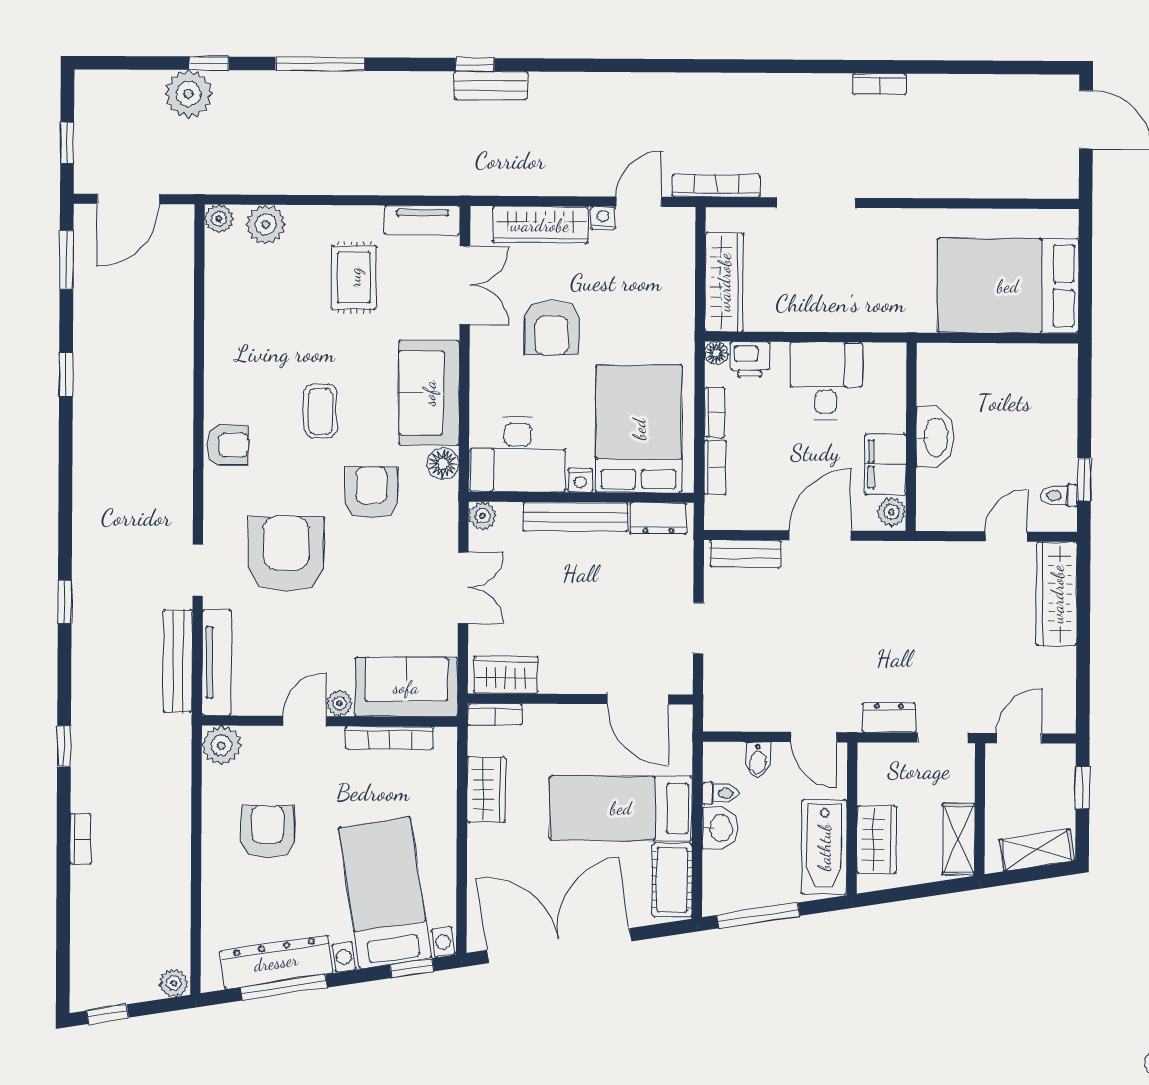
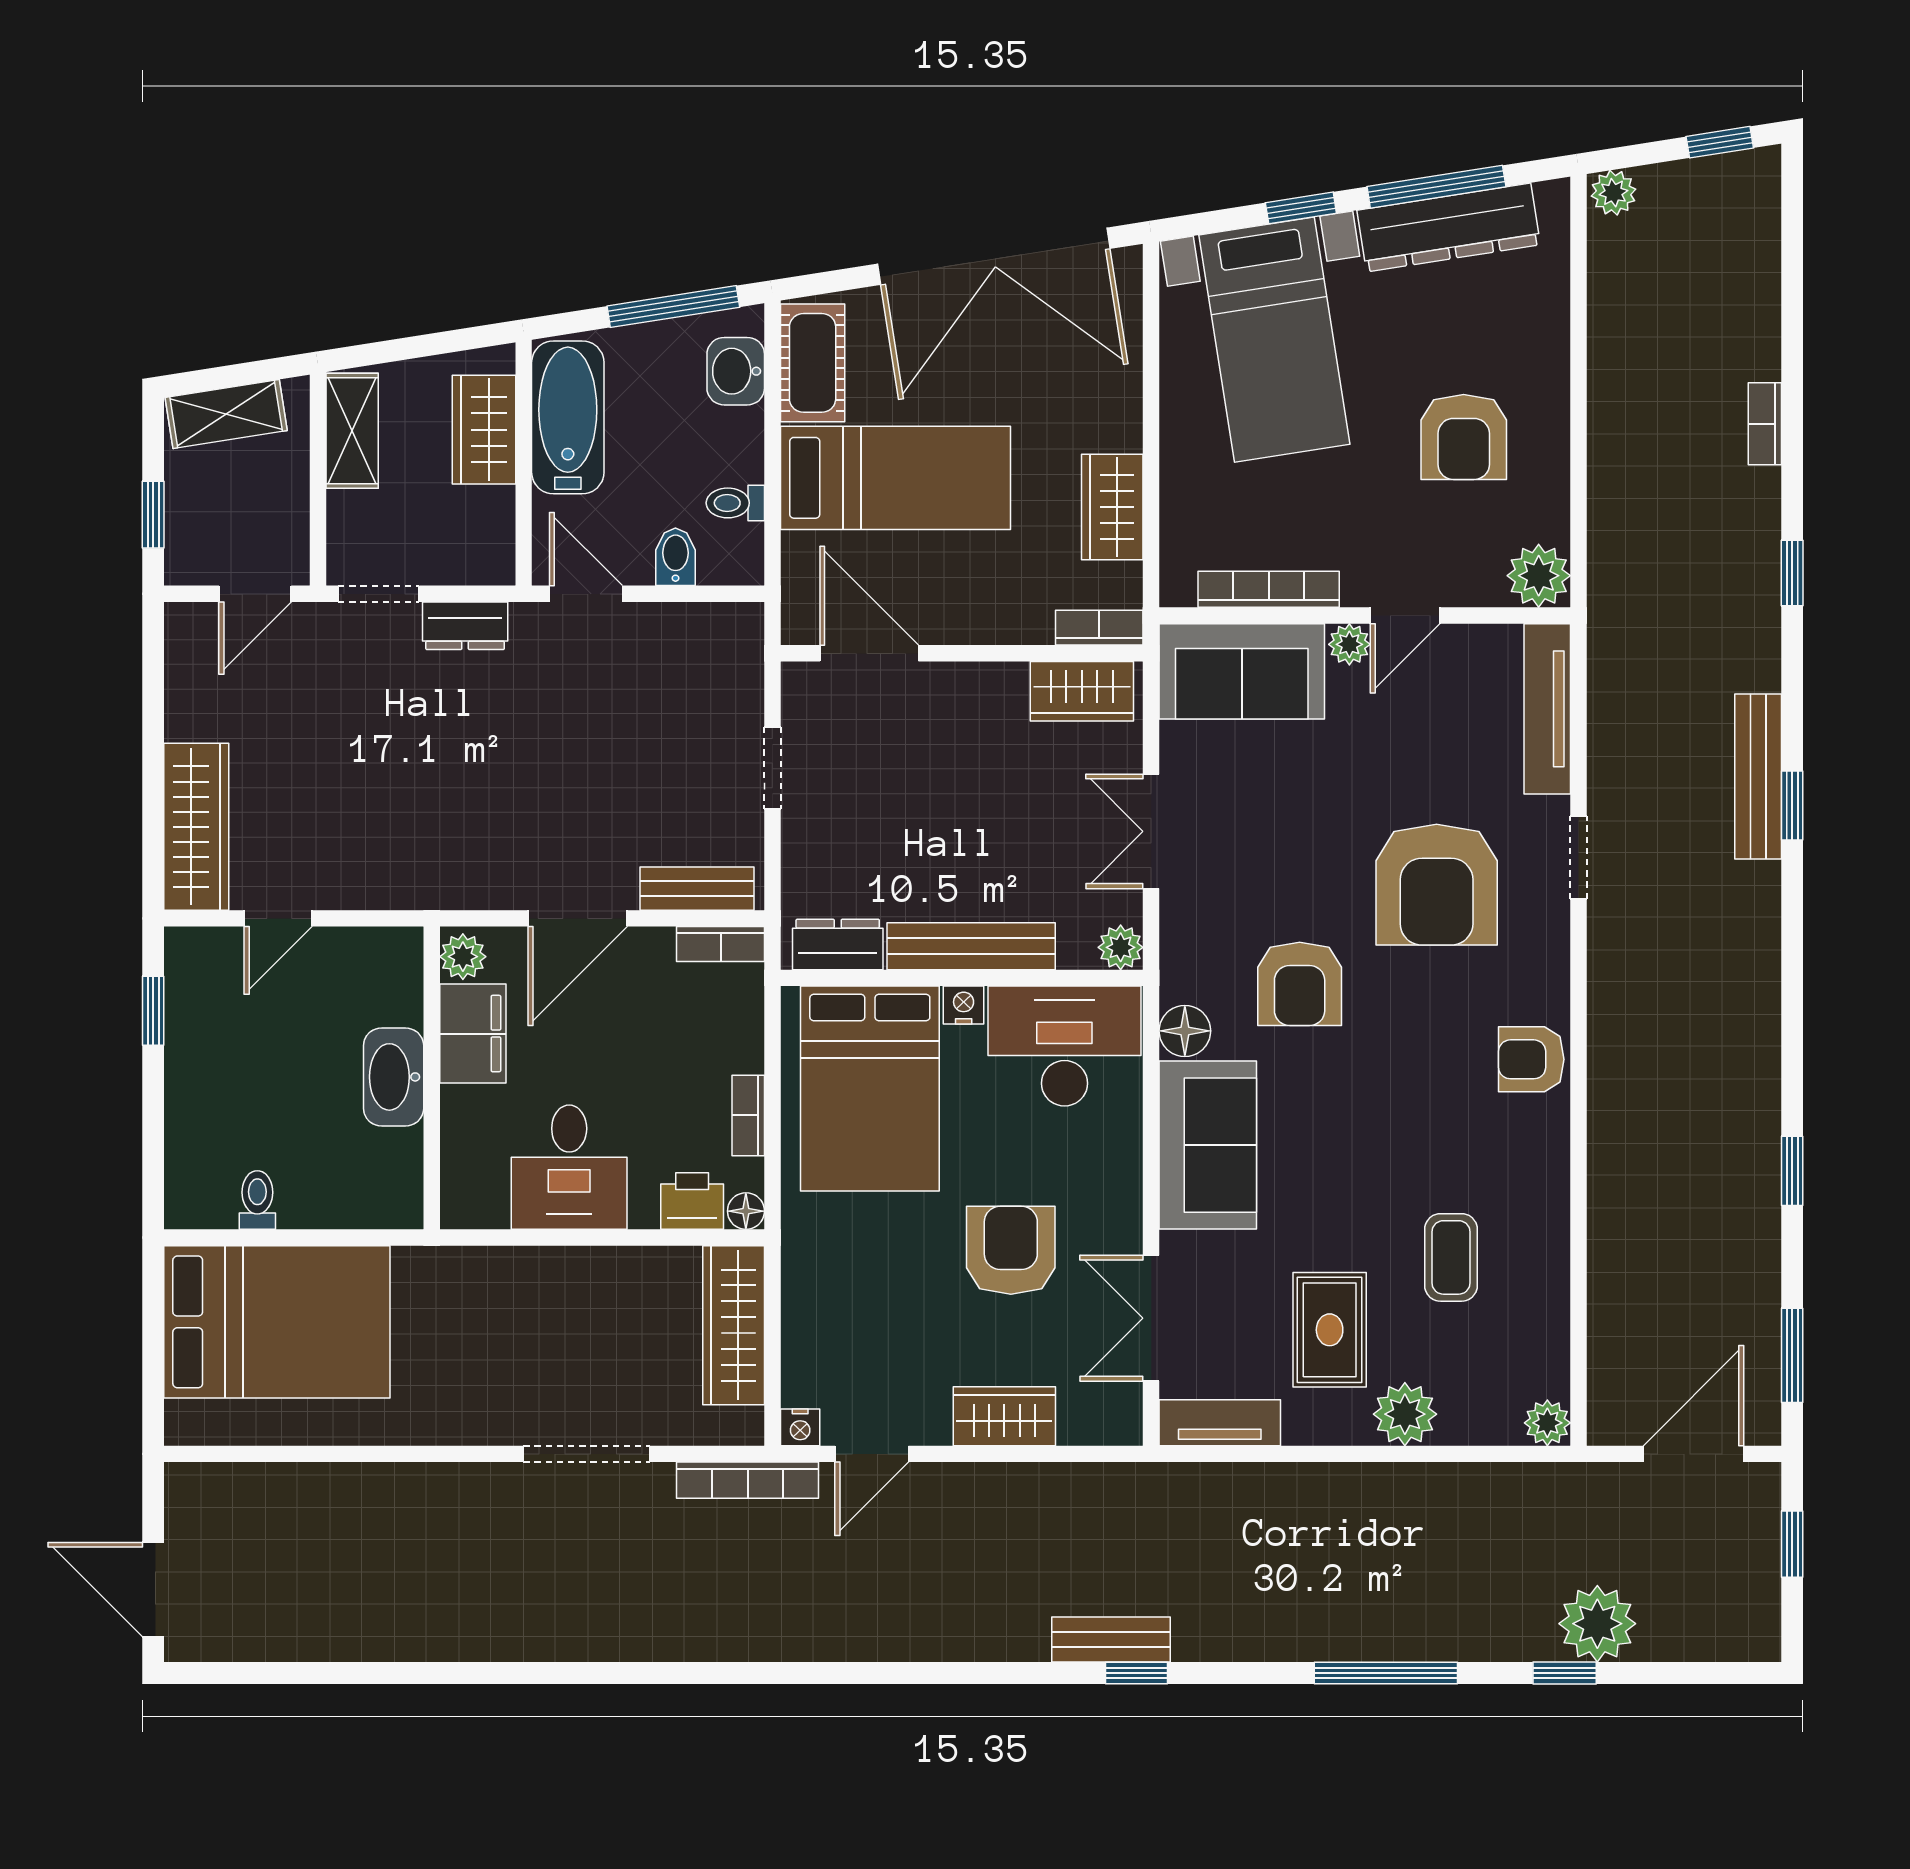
bookcase: (879, 84) -> (486, 1645), removed
nightstand: (603, 218) -> (800, 1427), moved
plant: (266, 224) -> (1405, 1414), moved
wardrobe: (540, 225) -> (1004, 1416), width x0.67
coffee table: (320, 411) -> (1451, 1257), moved
bookcase: (715, 467) -> (721, 944), moved, turned -90
toilet: (1059, 495) -> (257, 1200), moved, turned -90
bench: (178, 661) -> (1758, 777), moved
washbasin: (720, 828) -> (736, 371), moved
window: (412, 968) -> (1301, 208), moved

